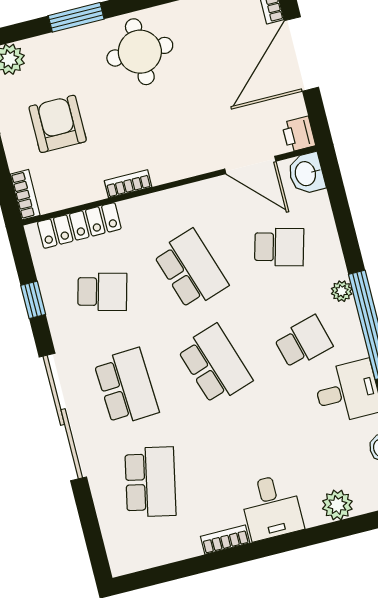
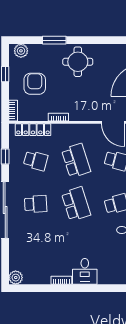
school desk: (126, 387) -> (36, 204), width x0.54
school desk: (150, 482) -> (36, 247), removed
plant: (337, 505) -> (16, 278), moved

